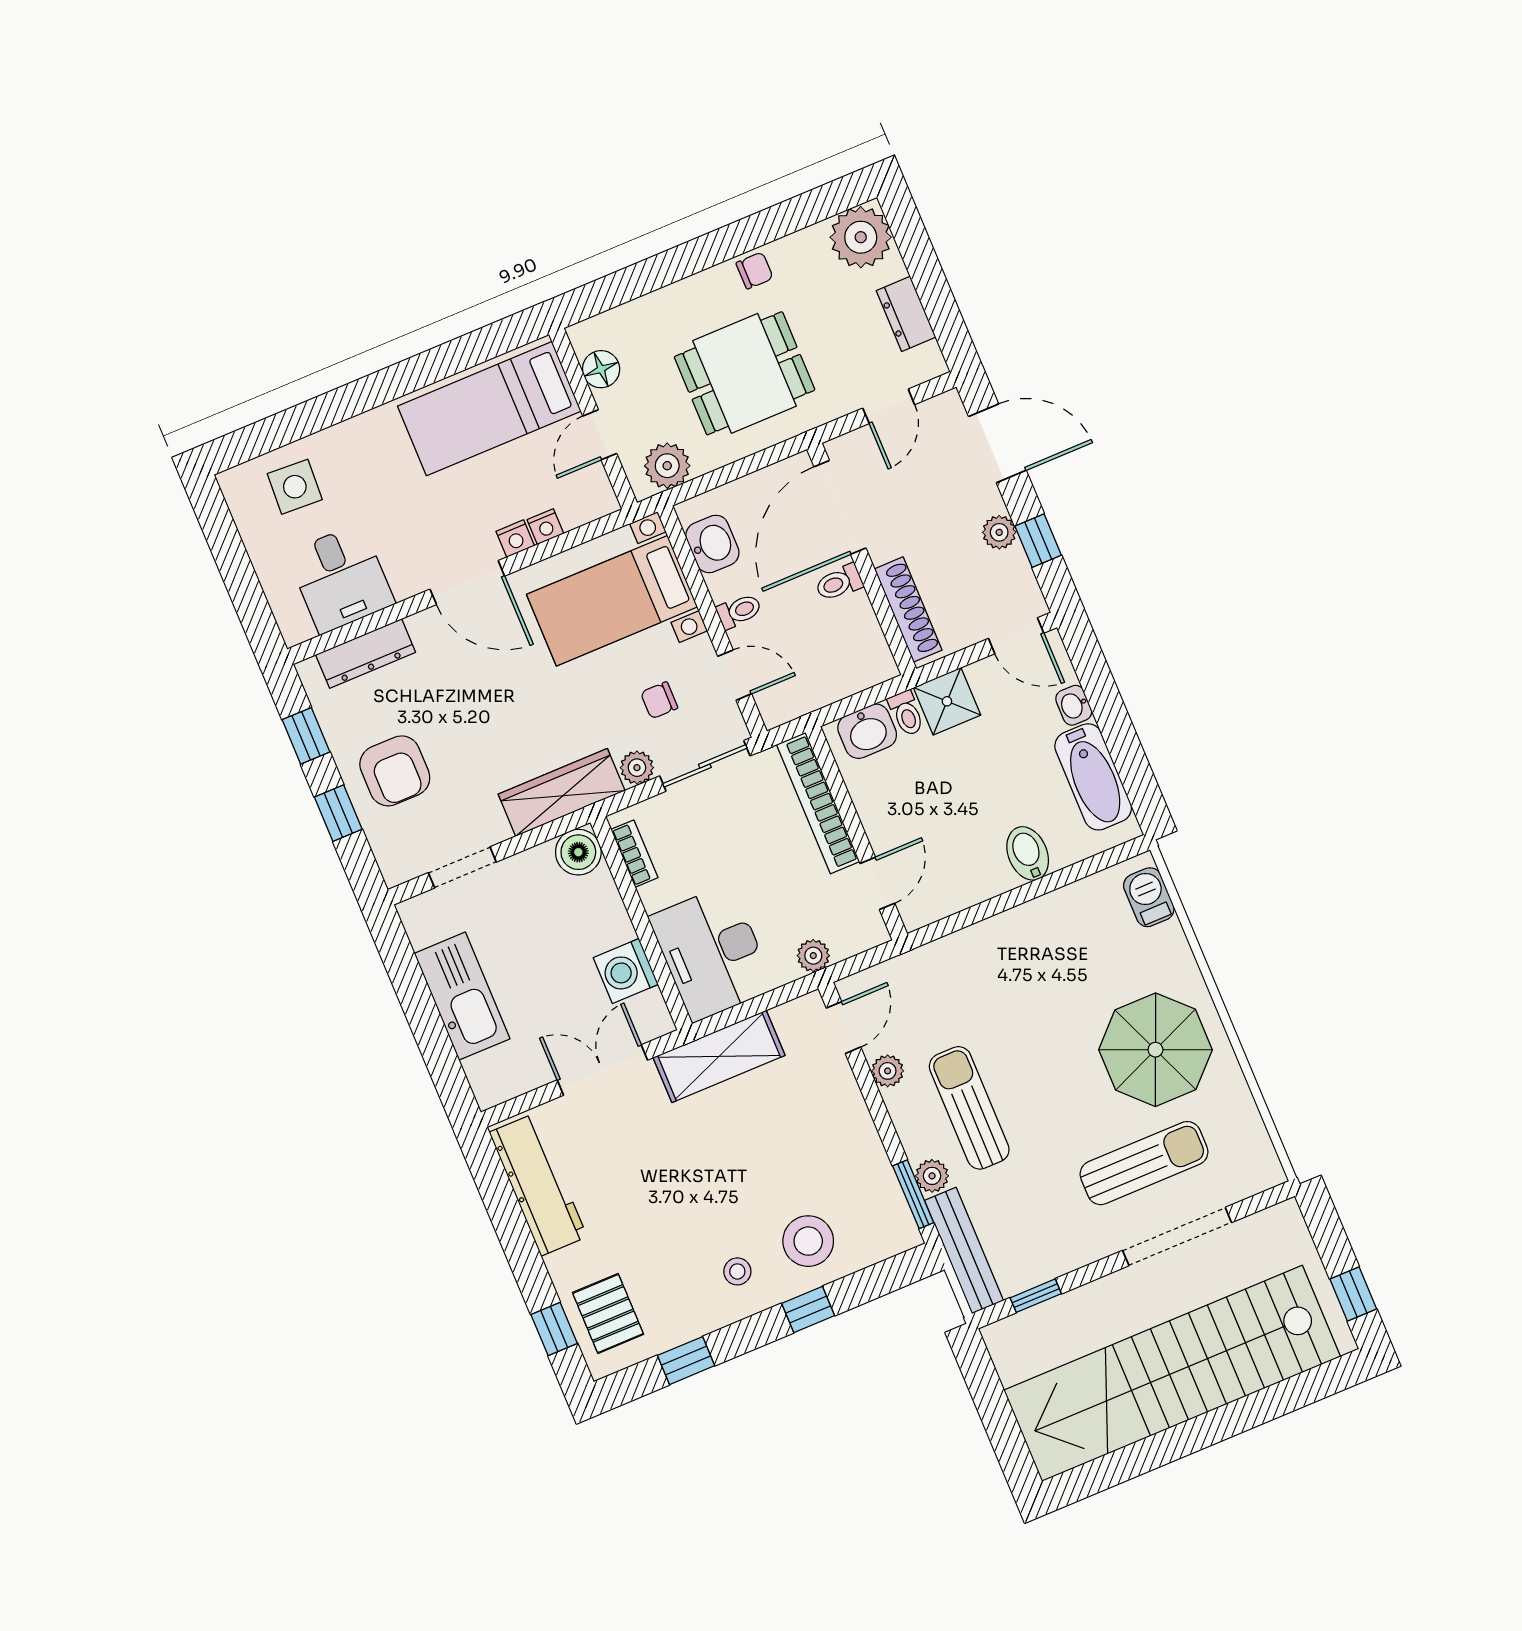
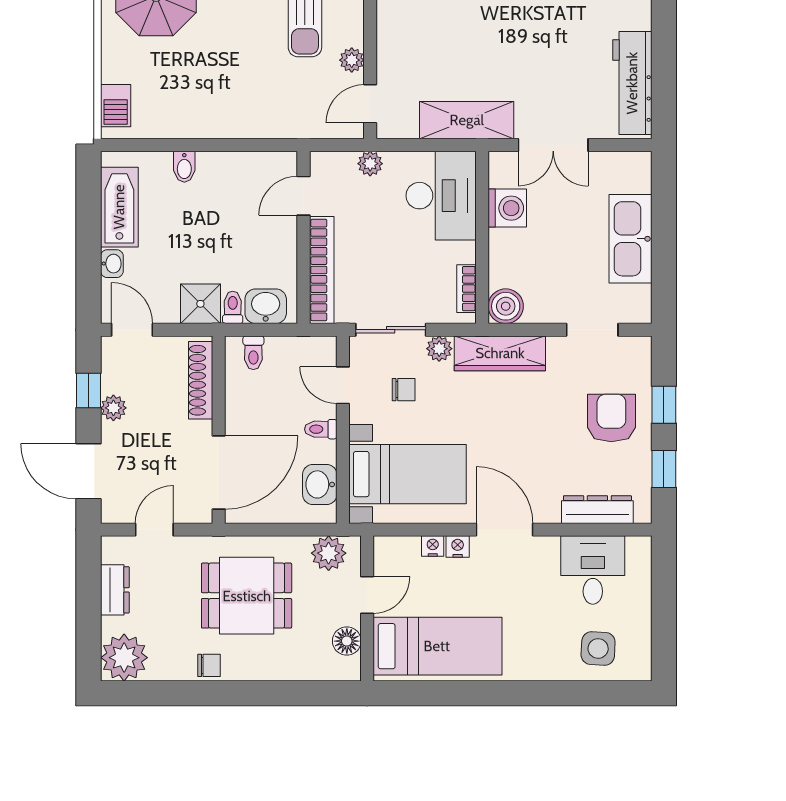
chair: (755, 270) -> (209, 665), turned 180
toilet: (839, 583) -> (253, 353), moved, turned 90
bidet: (1028, 853) -> (184, 167), width x0.72, depth x0.74

